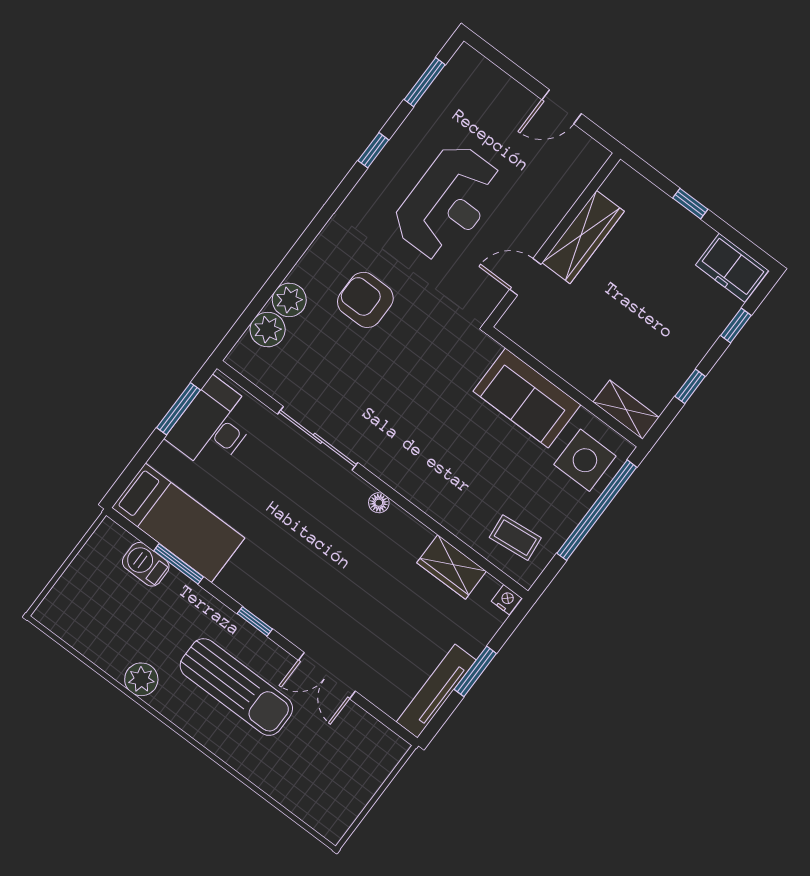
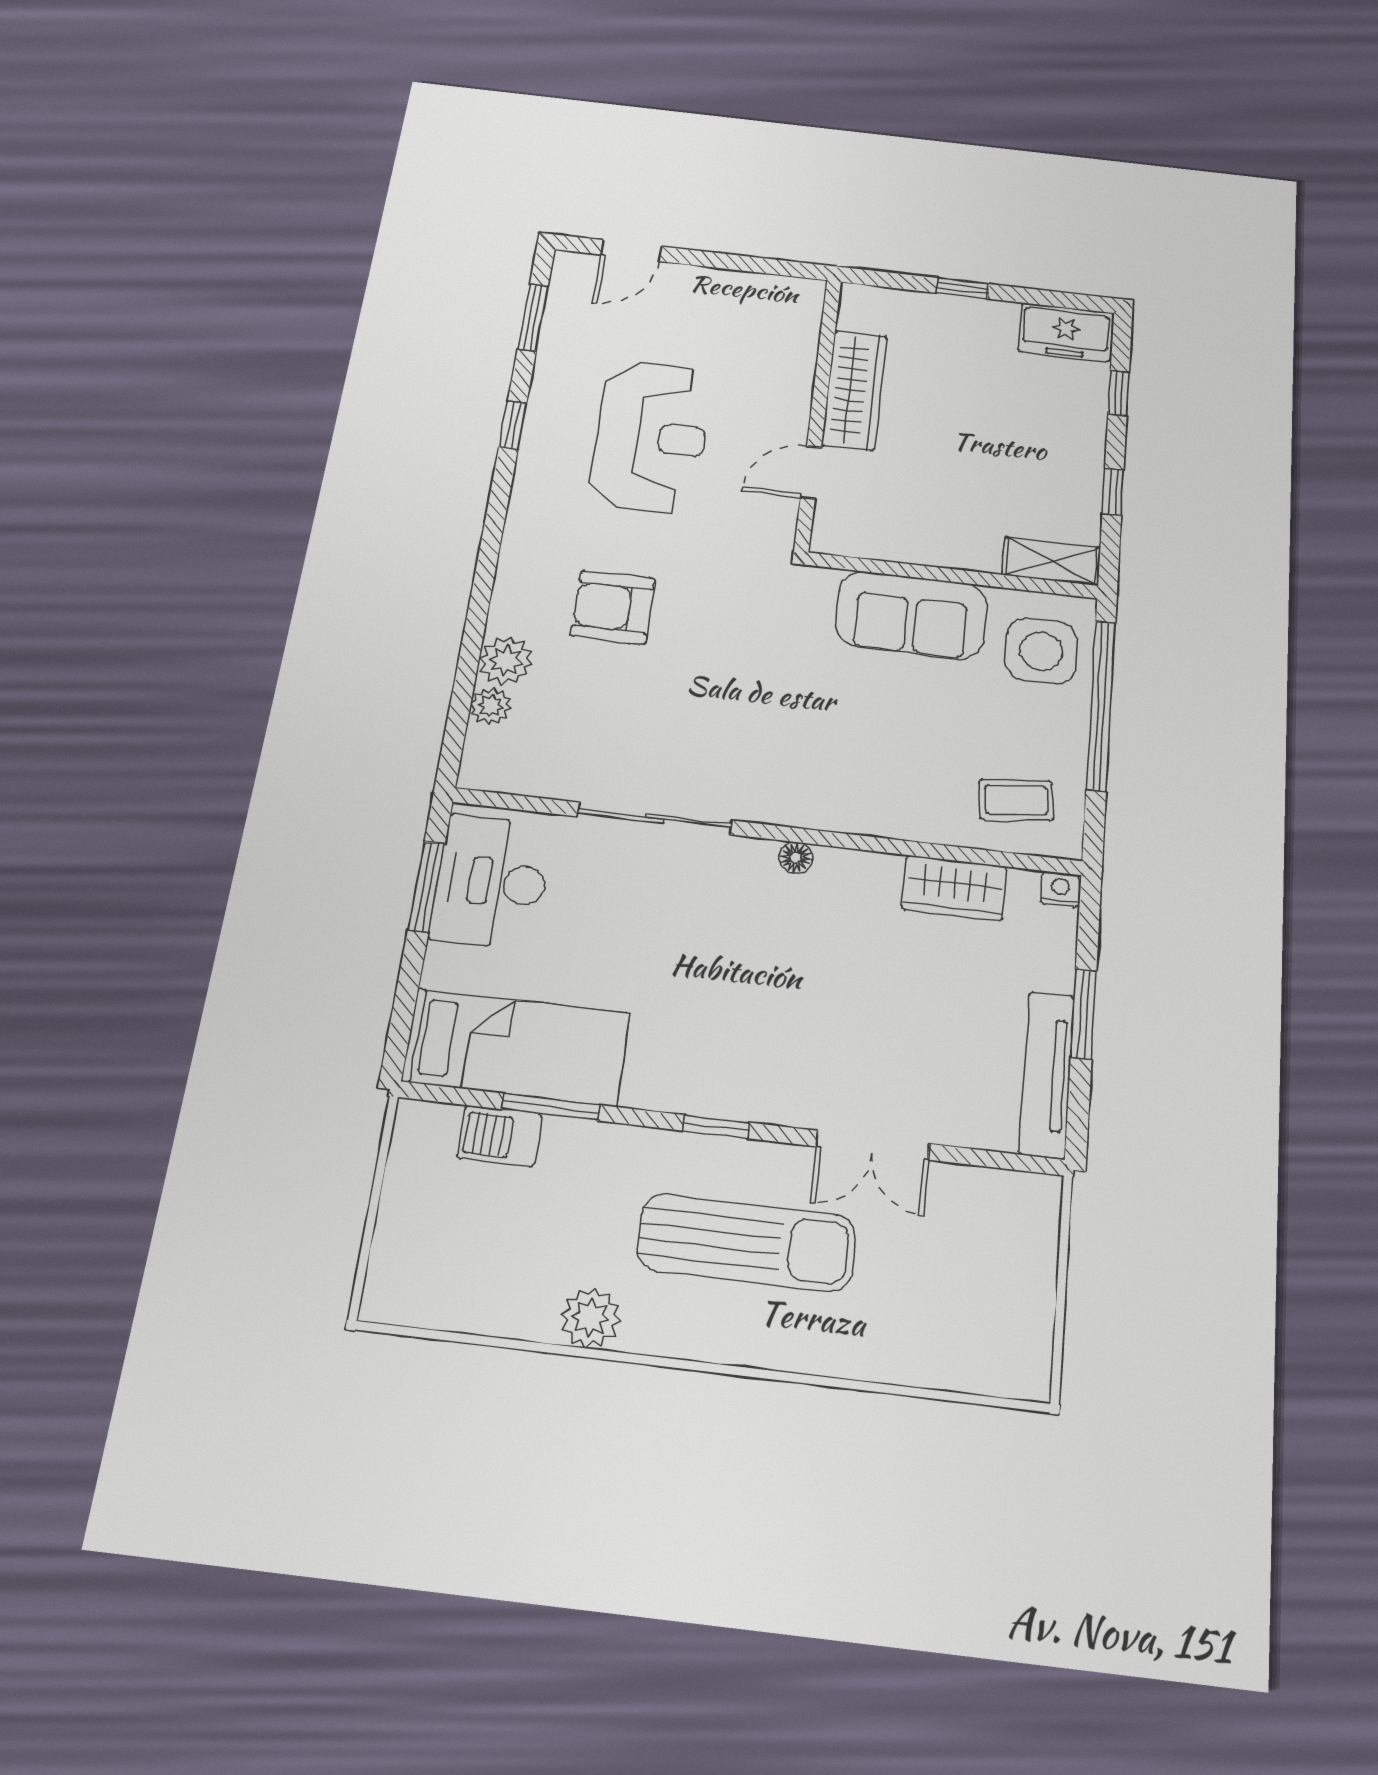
door: (562, 107) -> (631, 251), moved
plant: (268, 330) -> (491, 706), width x0.73, depth x0.73

